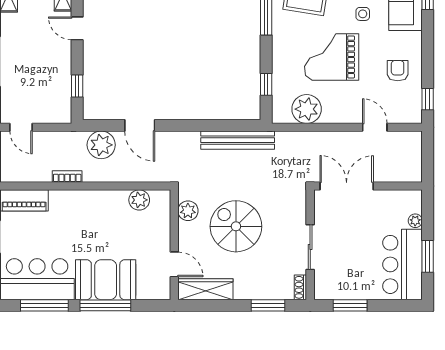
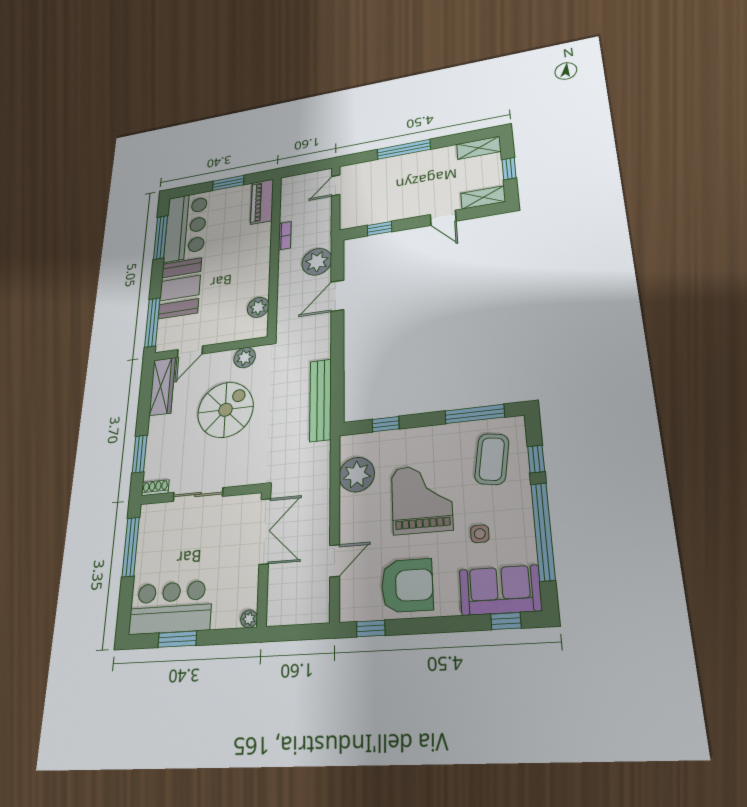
door: (77, 28) -> (443, 218), swing flipped
armchair: (398, 71) -> (407, 585), width x1.88, depth x1.88
plant: (415, 221) -> (249, 619), moved
window: (105, 305) -> (152, 322), moved
window: (350, 305) -> (131, 547), width x1.44

